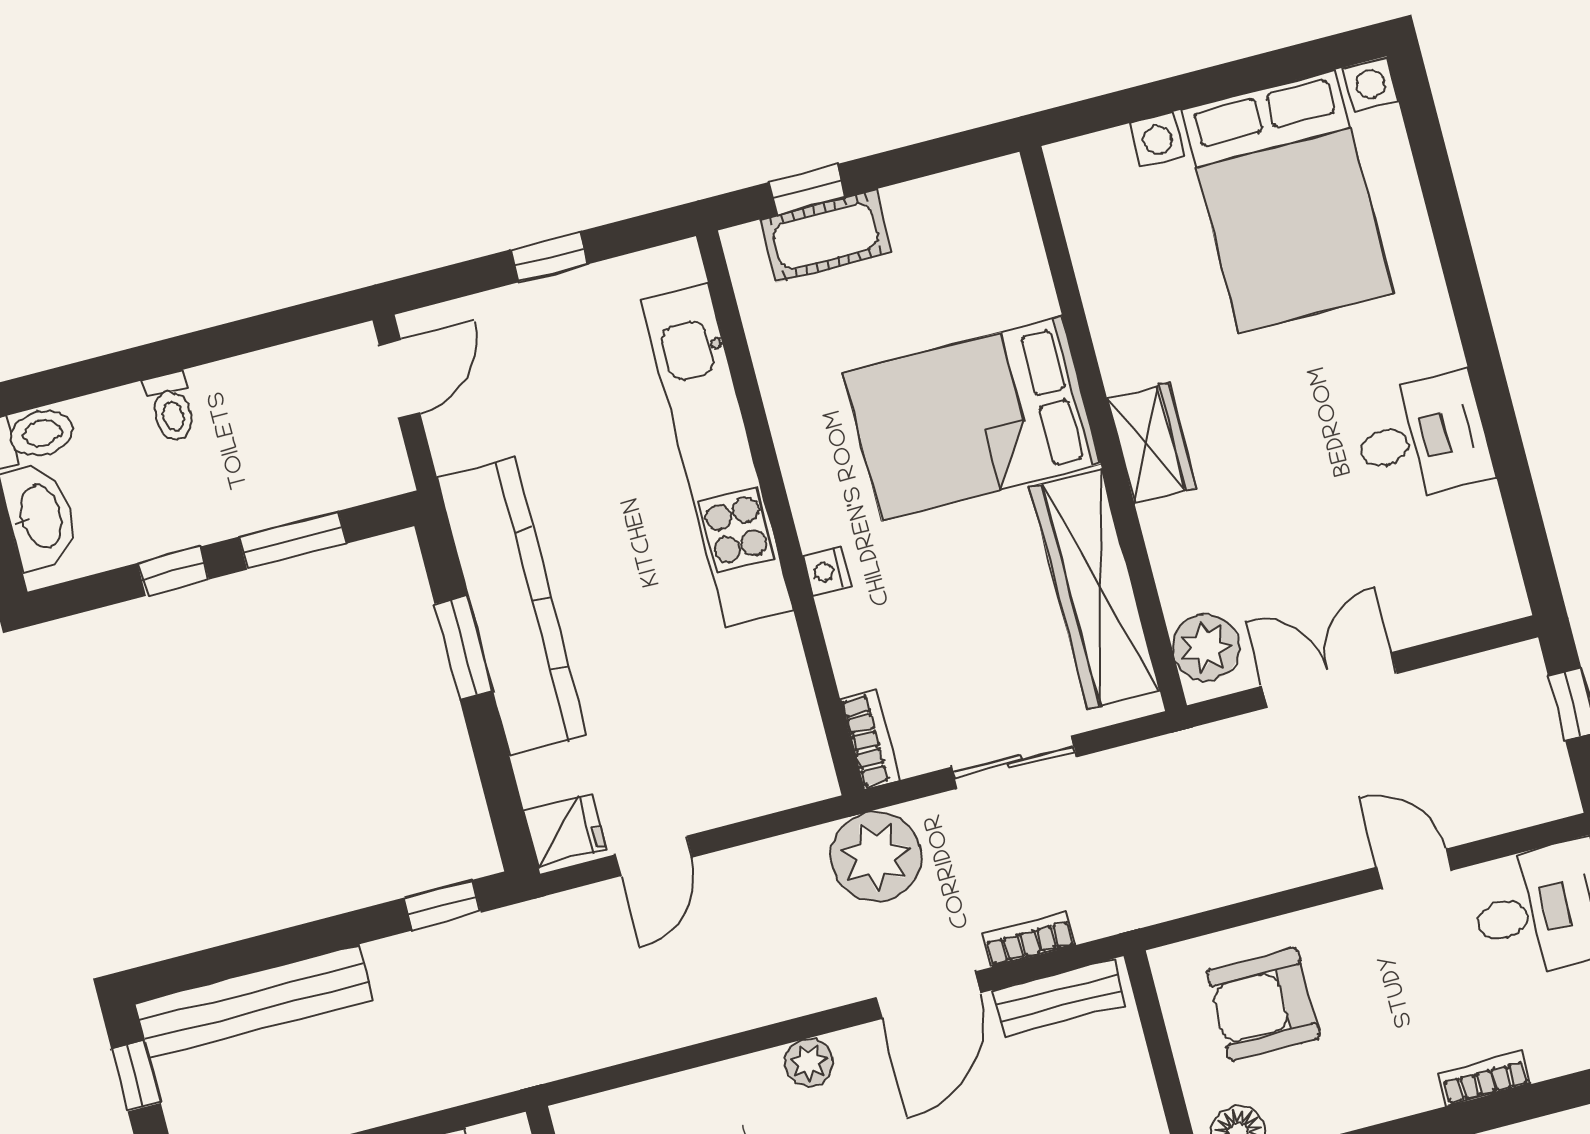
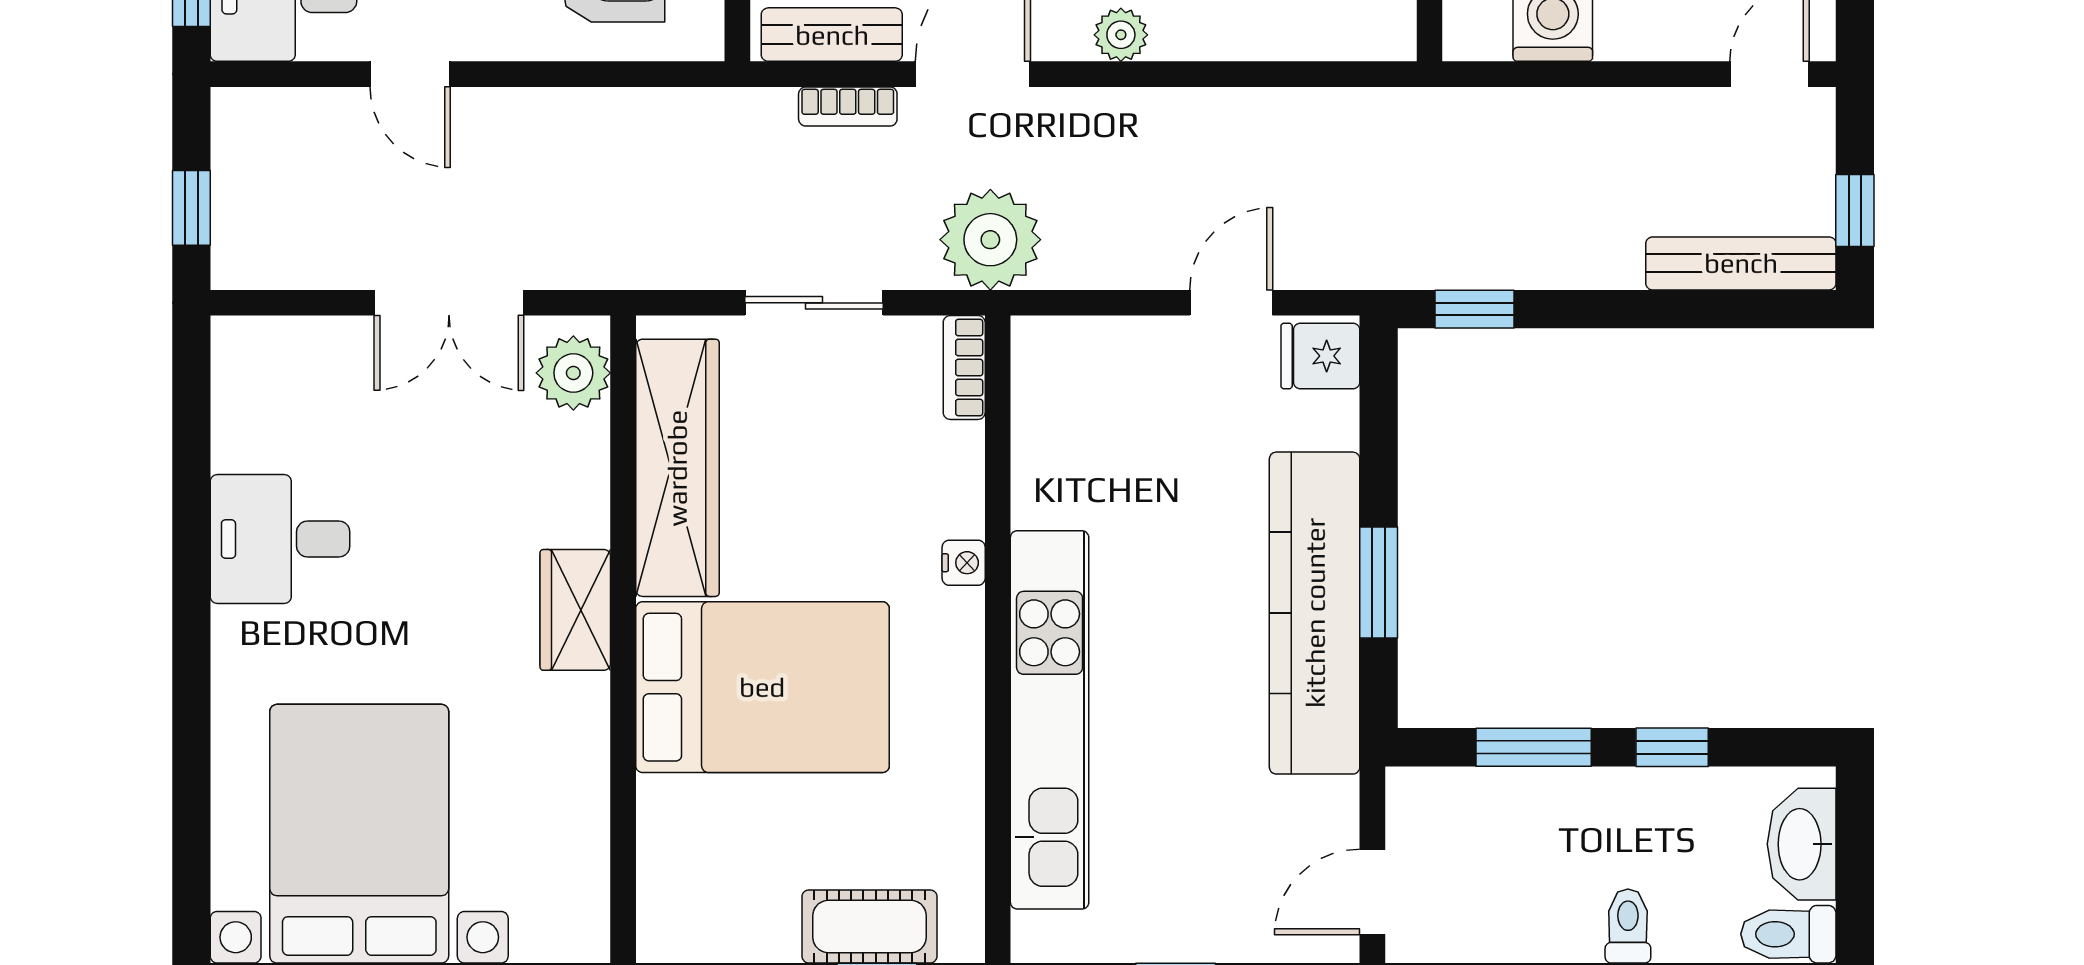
bench: (254, 1002) -> (1741, 263), width x0.73, depth x0.82

